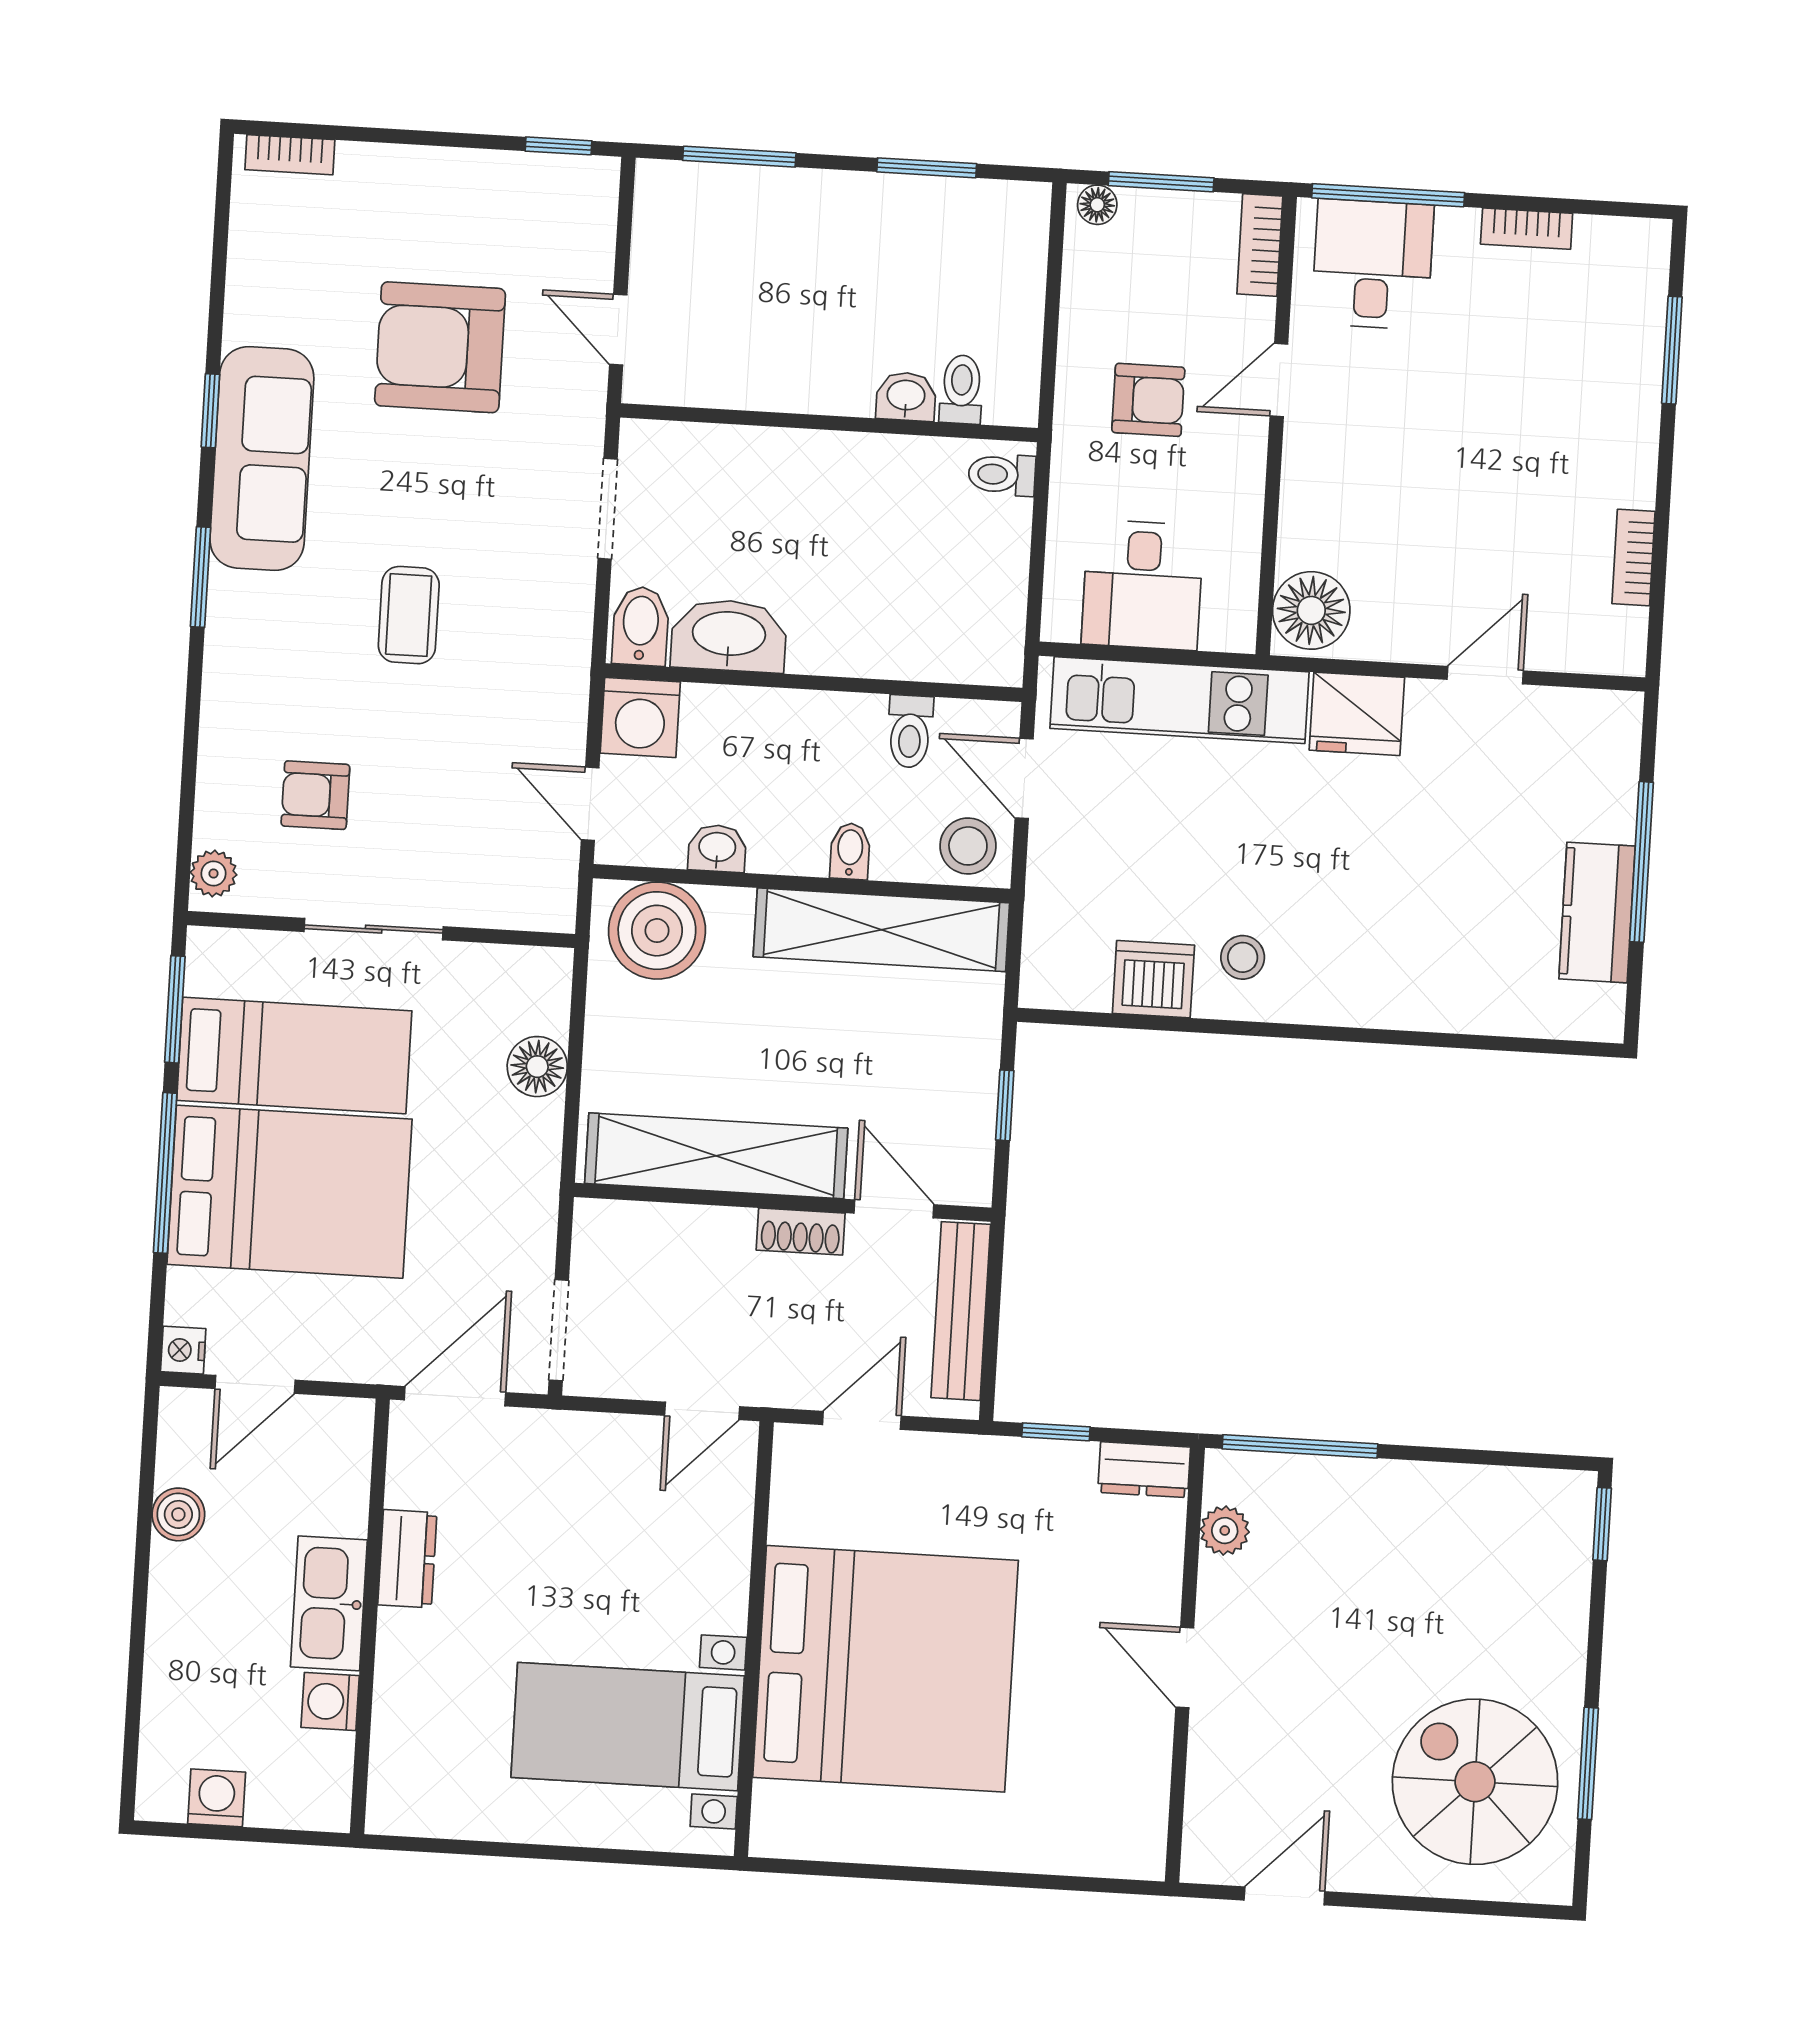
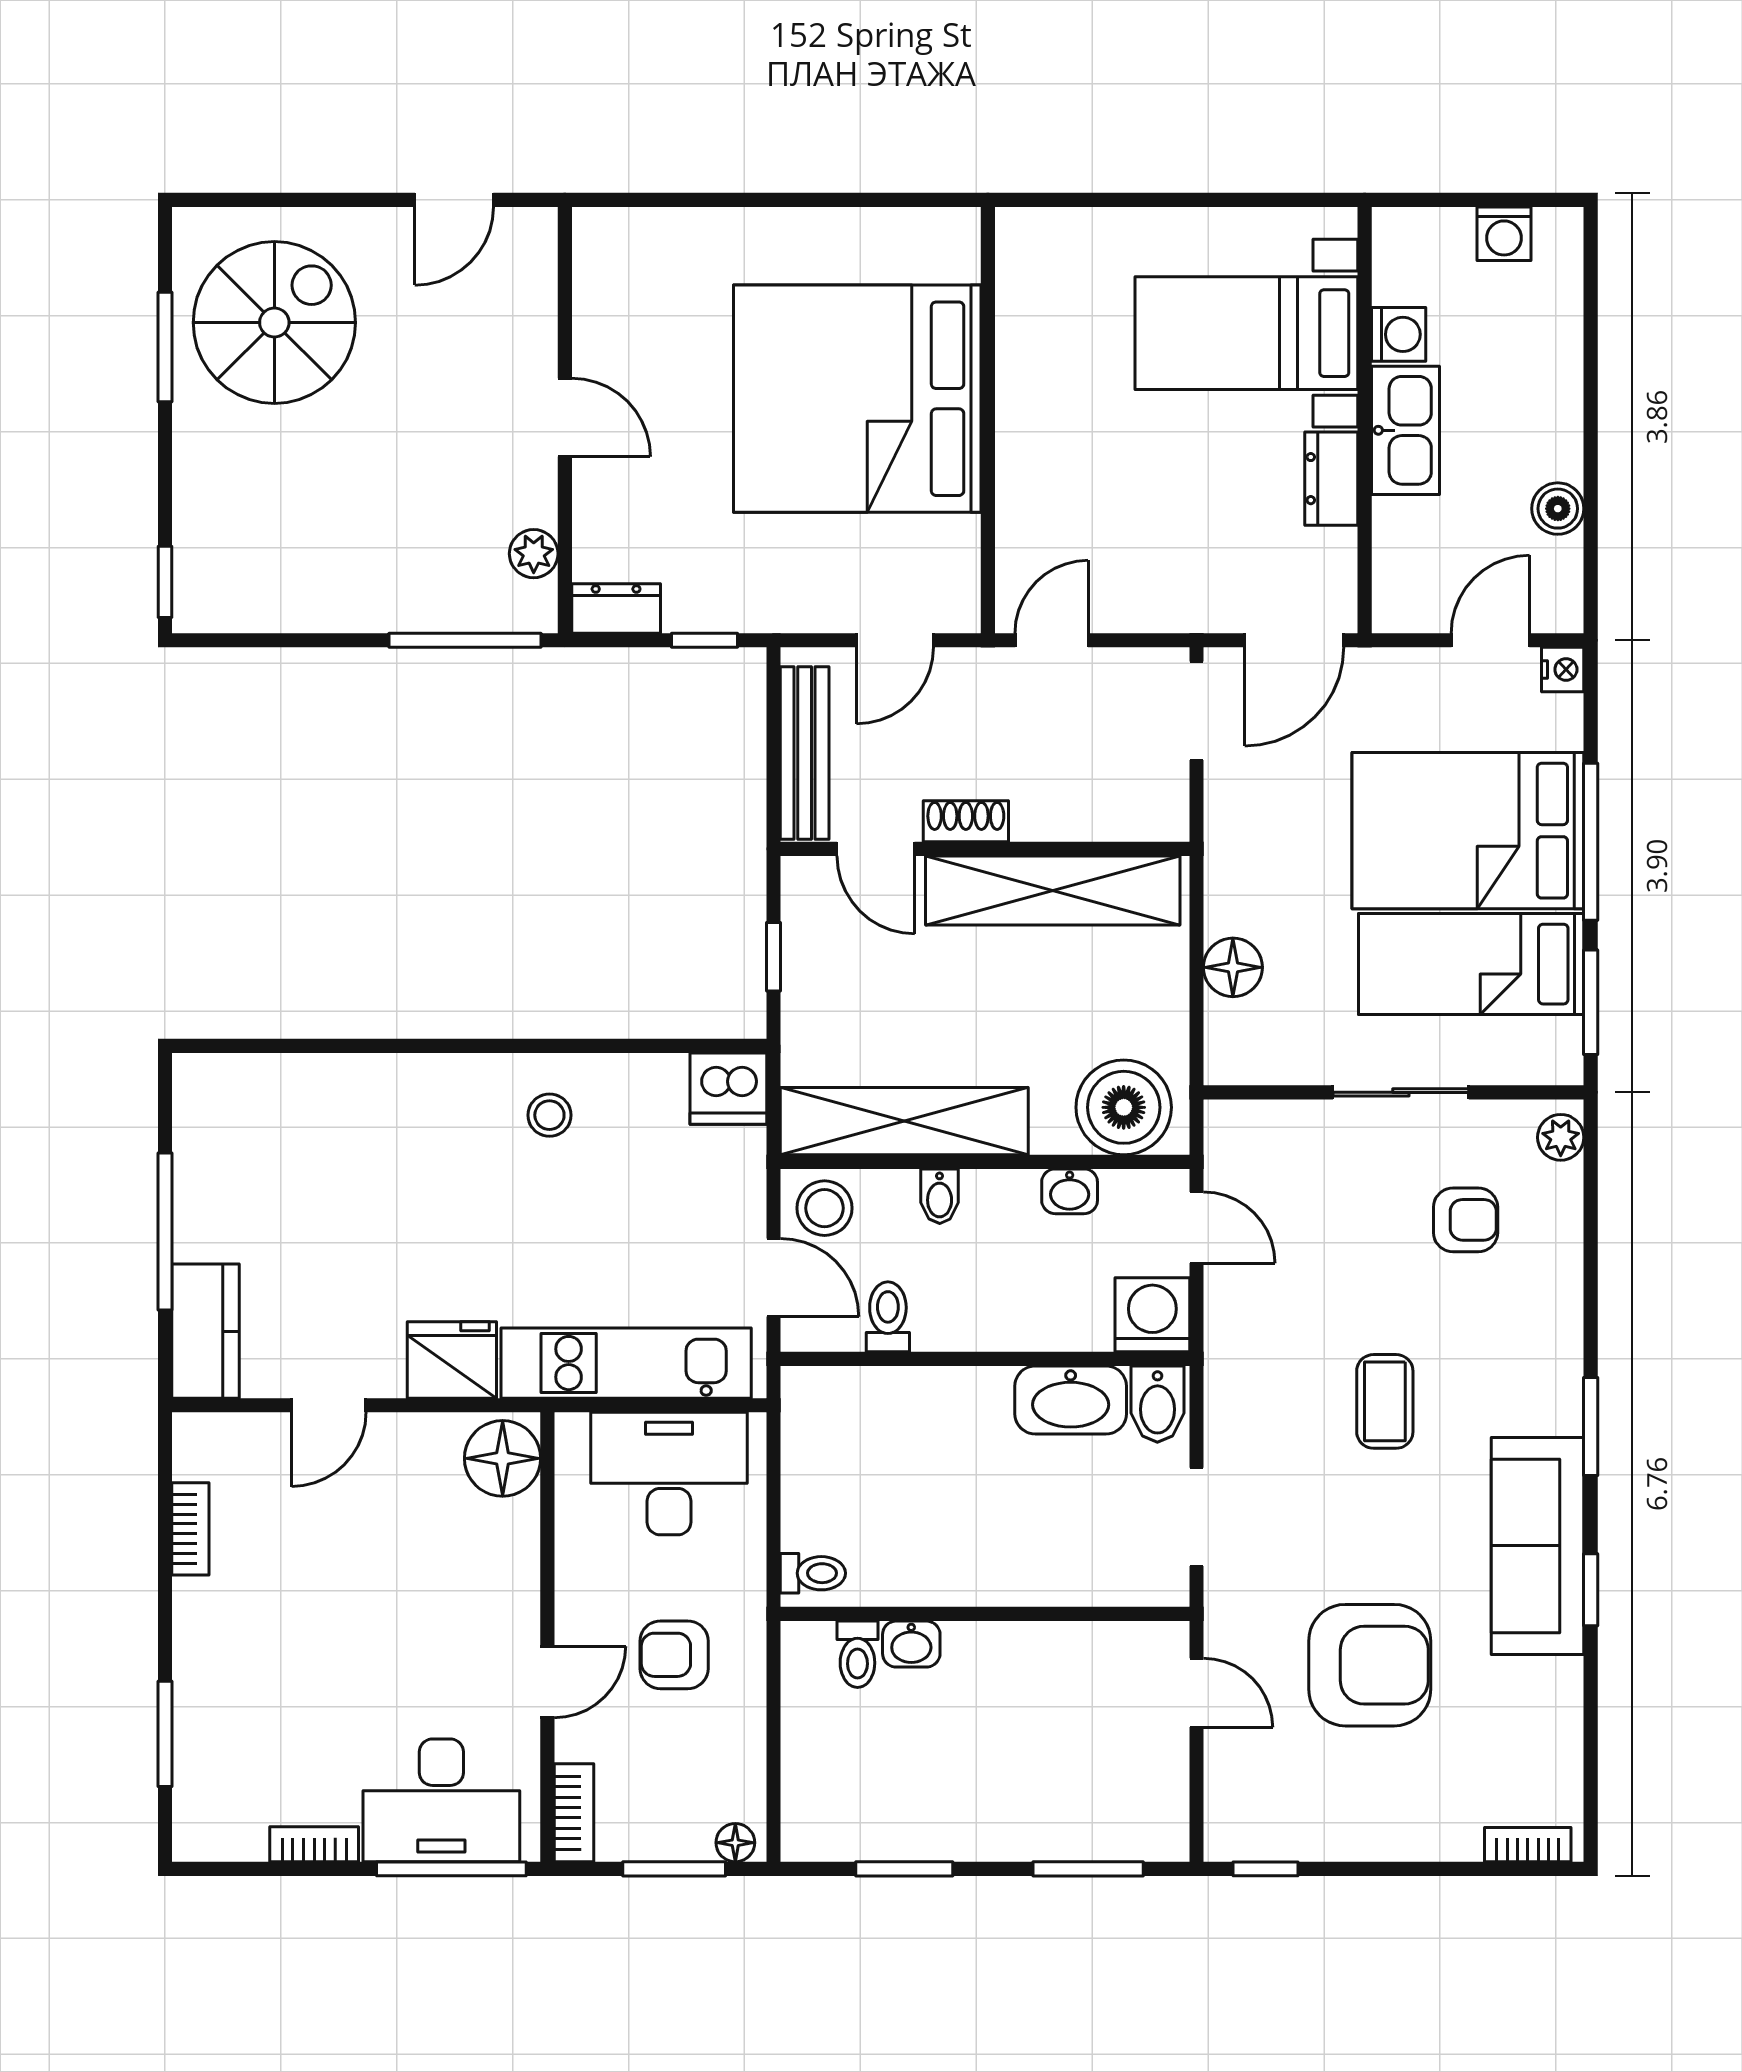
desk: (1373, 264) -> (441, 1800), width x1.37
desk: (1143, 585) -> (669, 1474), width x1.37
kitchen counter: (1597, 912) -> (205, 1331), moved
dishwasher: (1153, 979) -> (728, 1089), moved
bed with nightstands: (628, 1727) -> (1246, 333), moved, turned 180
spiral stairs: (1475, 1782) -> (274, 323), turned -90

